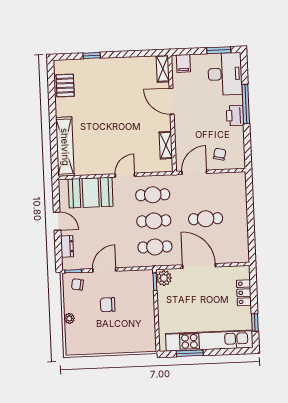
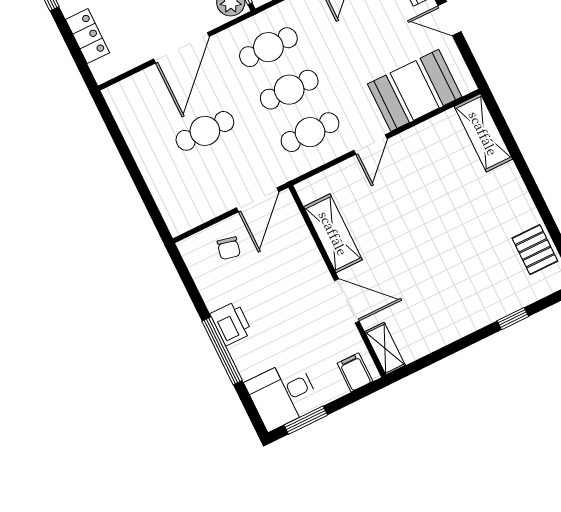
desk: (225, 74) -> (283, 395), width x0.73
shelving: (166, 145) -> (333, 233), width x1.50, depth x1.33
shelving: (65, 147) -> (483, 133), width x0.68
door: (199, 266) -> (181, 48), hinge flipped

